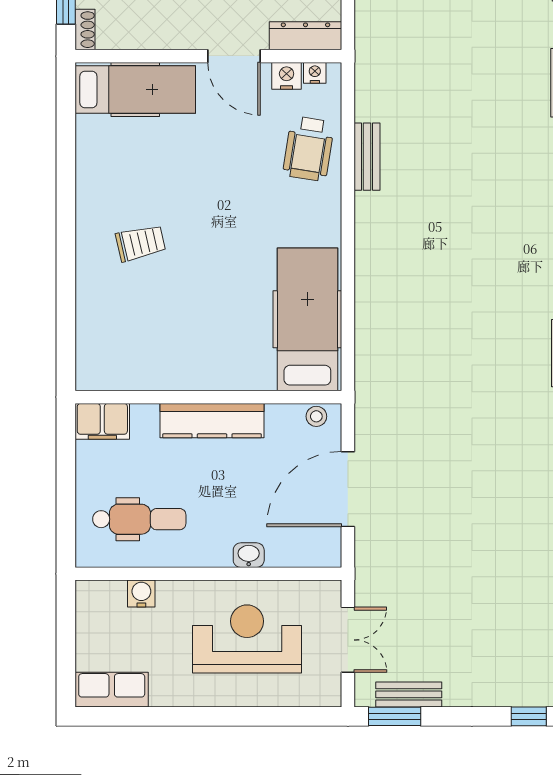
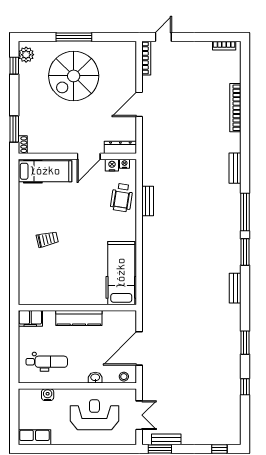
door: (234, 56) -> (89, 156), hinge flipped
stool: (316, 416) -> (124, 377), moved

